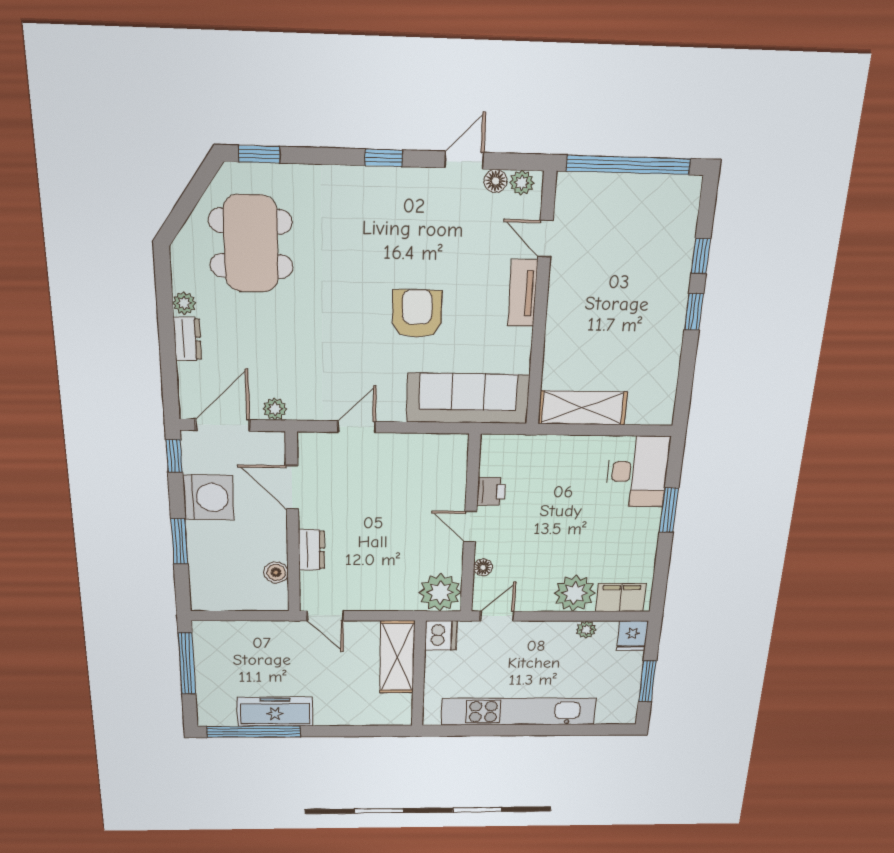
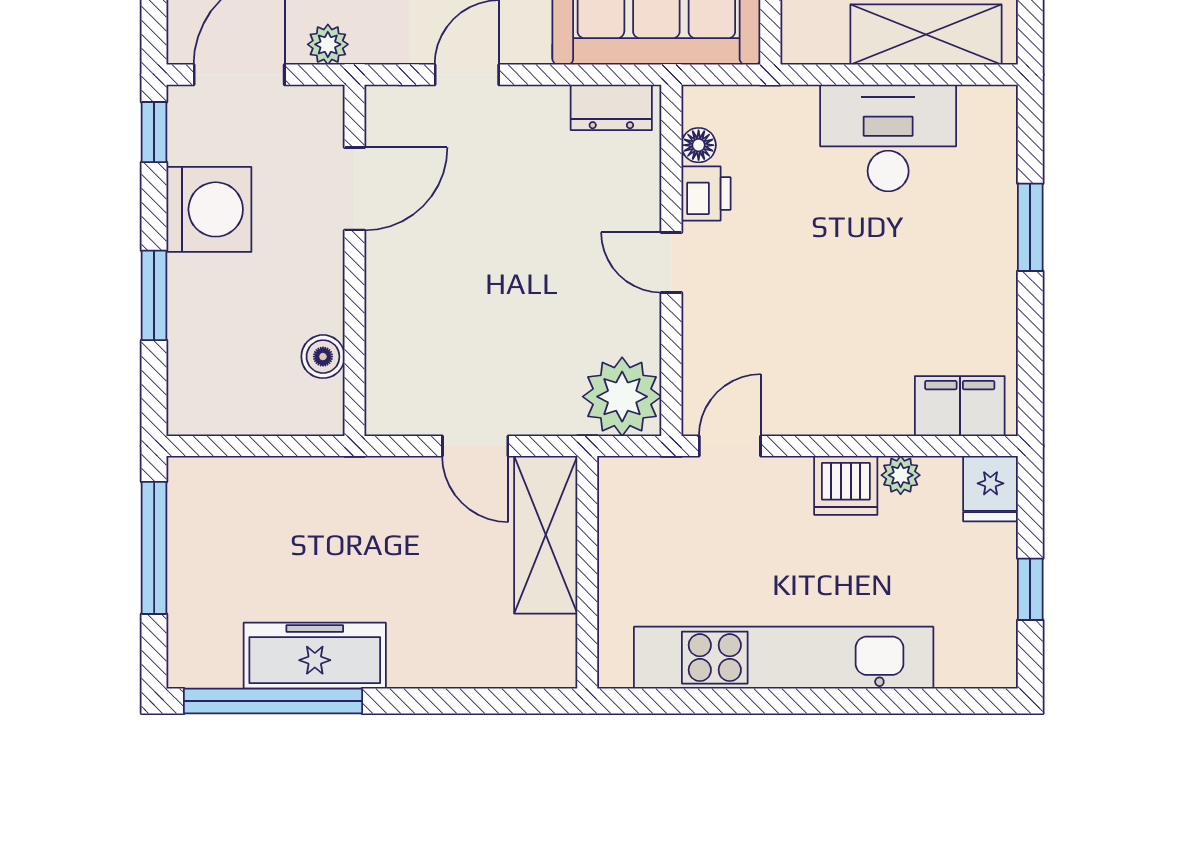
shelving: (582, 408) -> (926, 35), moved
desk: (637, 472) -> (888, 138), moved, turned -90
door: (292, 487) -> (355, 189), swing flipped
dresser: (311, 550) -> (611, 107), moved, turned 90
floor lamp: (483, 567) -> (699, 145), moved
plant: (575, 593) -> (872, 397), removed
door: (325, 616) -> (475, 446), moved
dishwasher: (441, 635) -> (846, 485), moved, turned 90
window: (647, 681) -> (1030, 589), width x0.67

